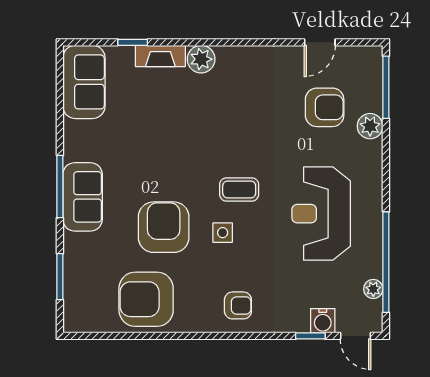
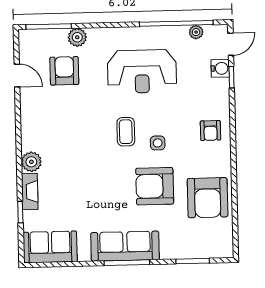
sofa: (83, 197) -> (125, 246), width x1.36
armchair: (238, 305) -> (211, 131), turned 180

